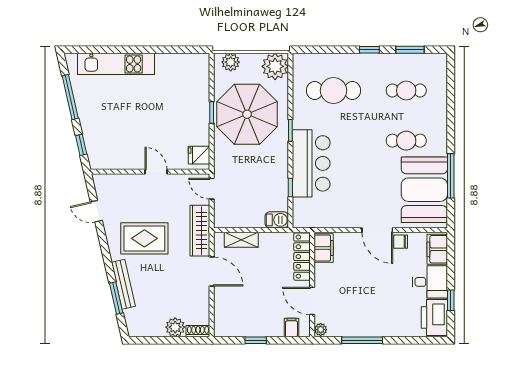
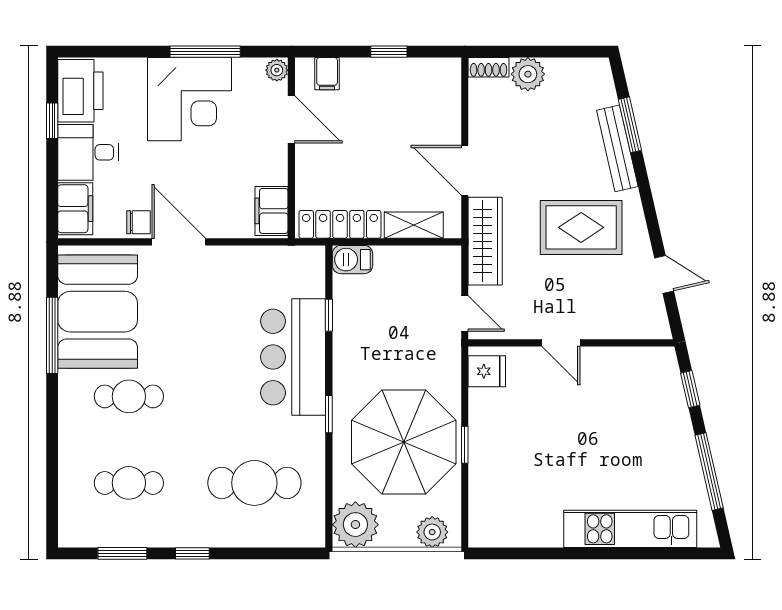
locker: (302, 257) -> (340, 224), moved, turned -90
corner desk: (371, 313) -> (190, 99), added

